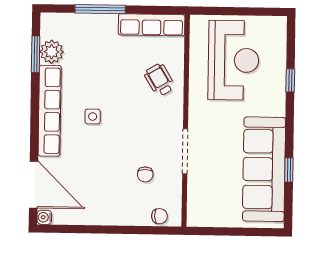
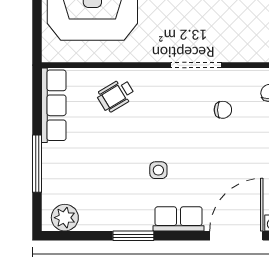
plant: (52, 52) -> (65, 218), moved
window: (36, 54) -> (133, 236), moved
row of seats: (50, 111) -> (179, 219), width x0.50

